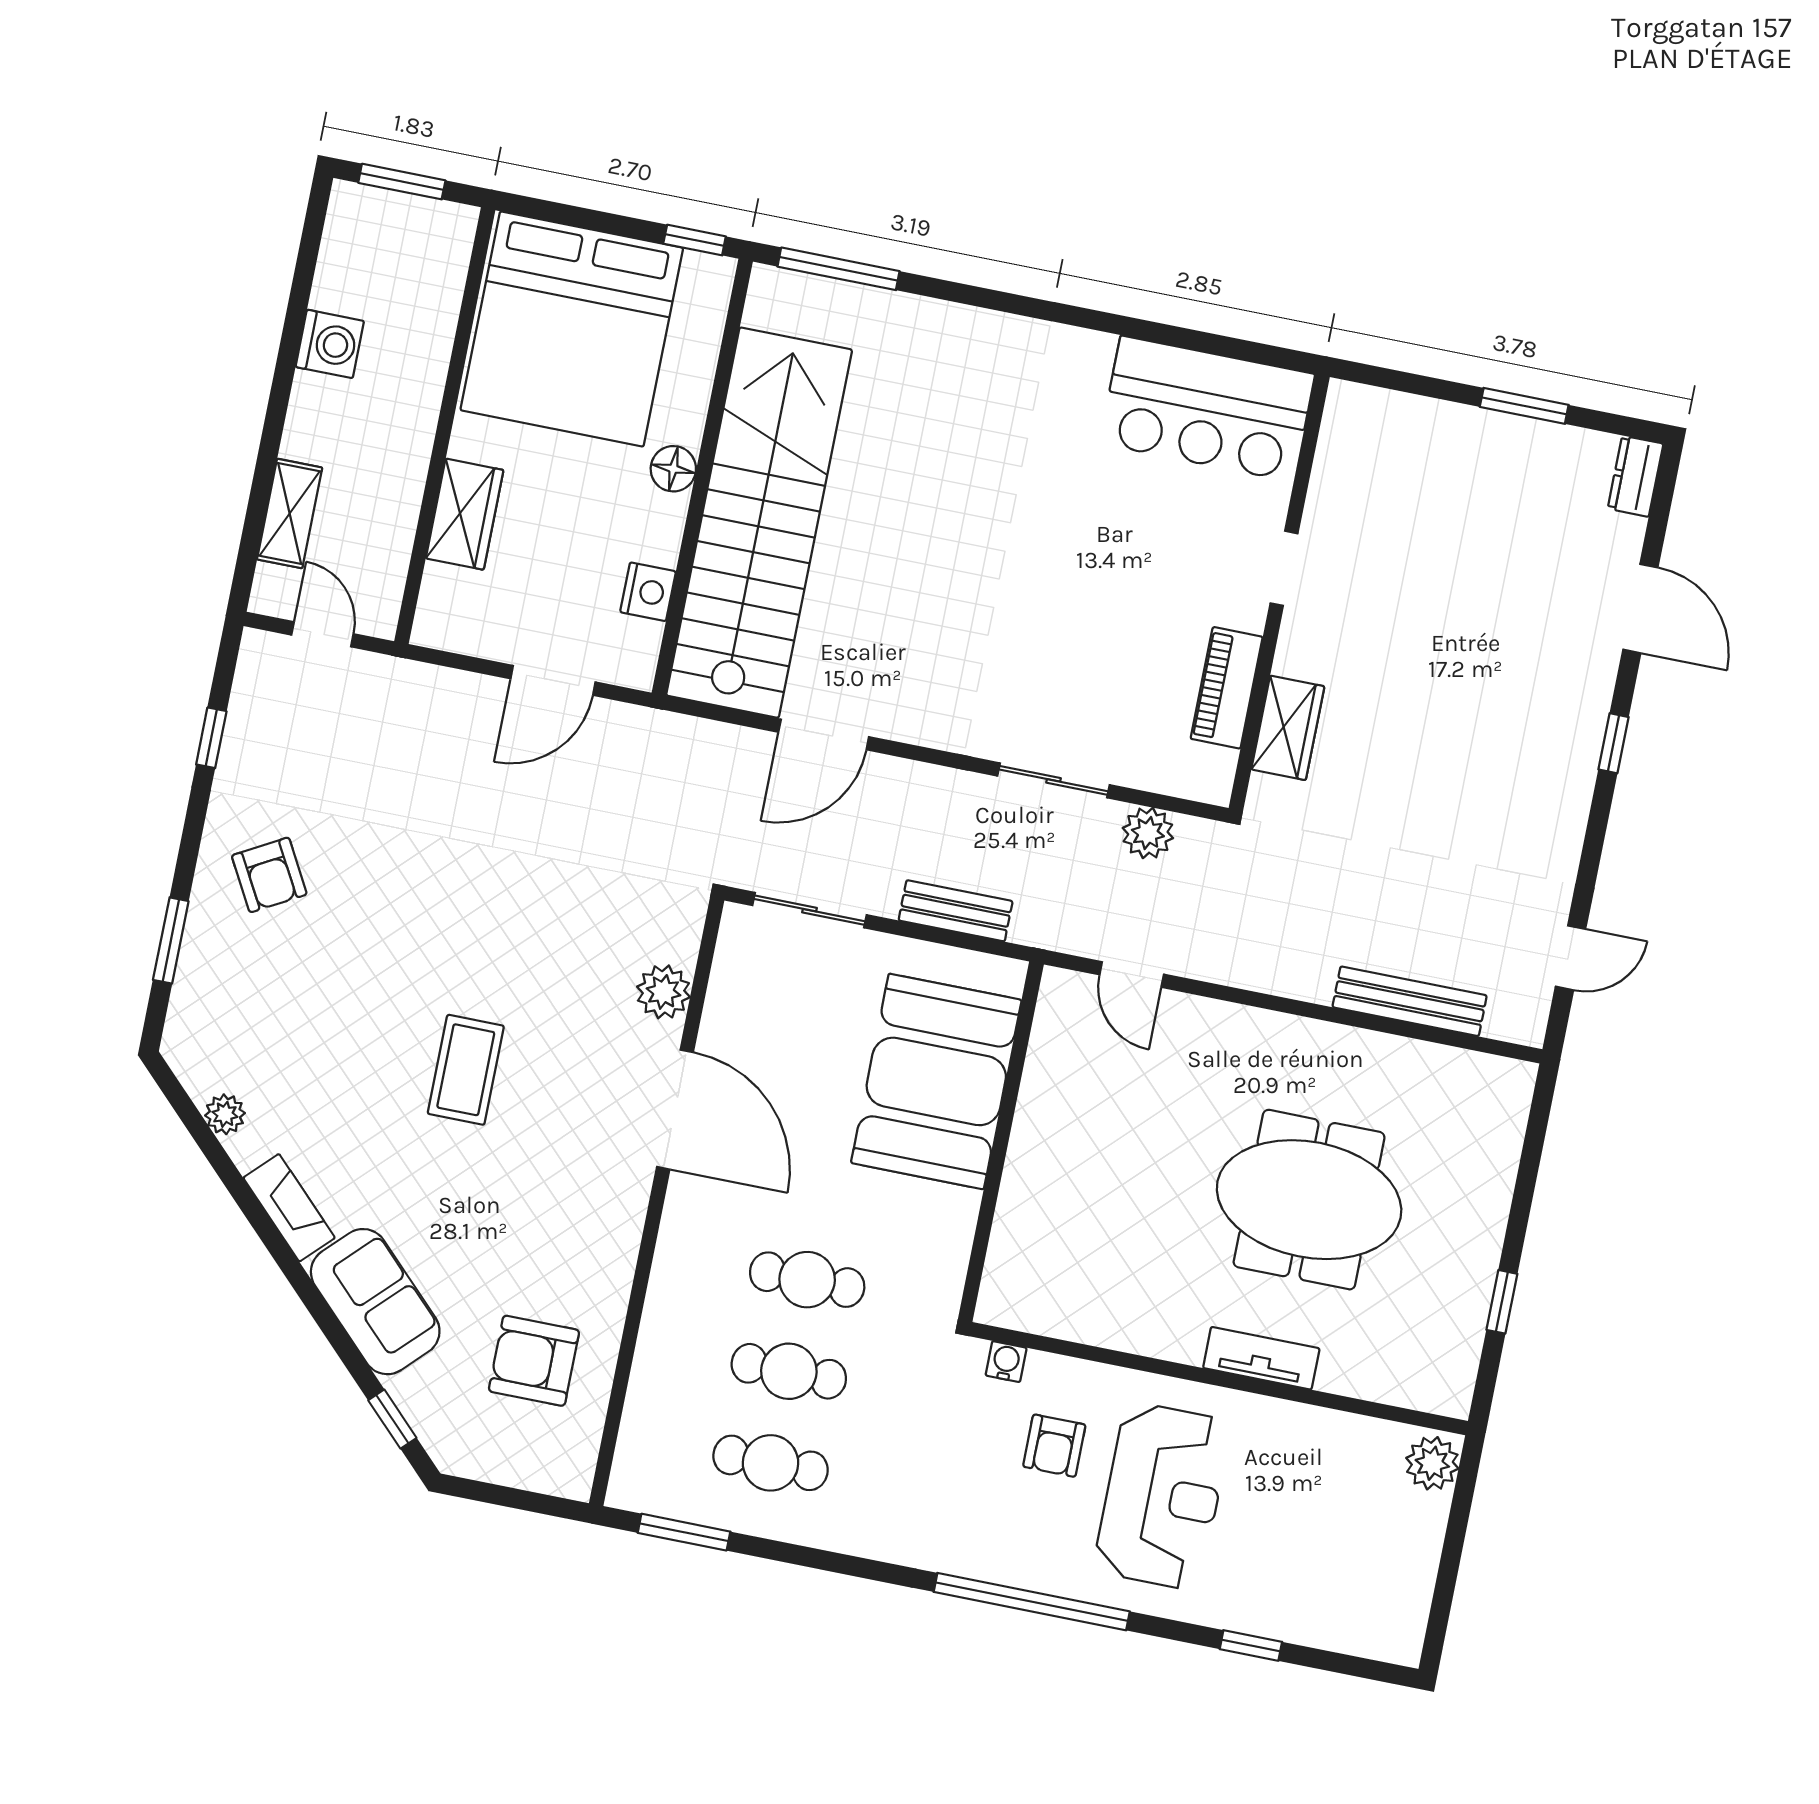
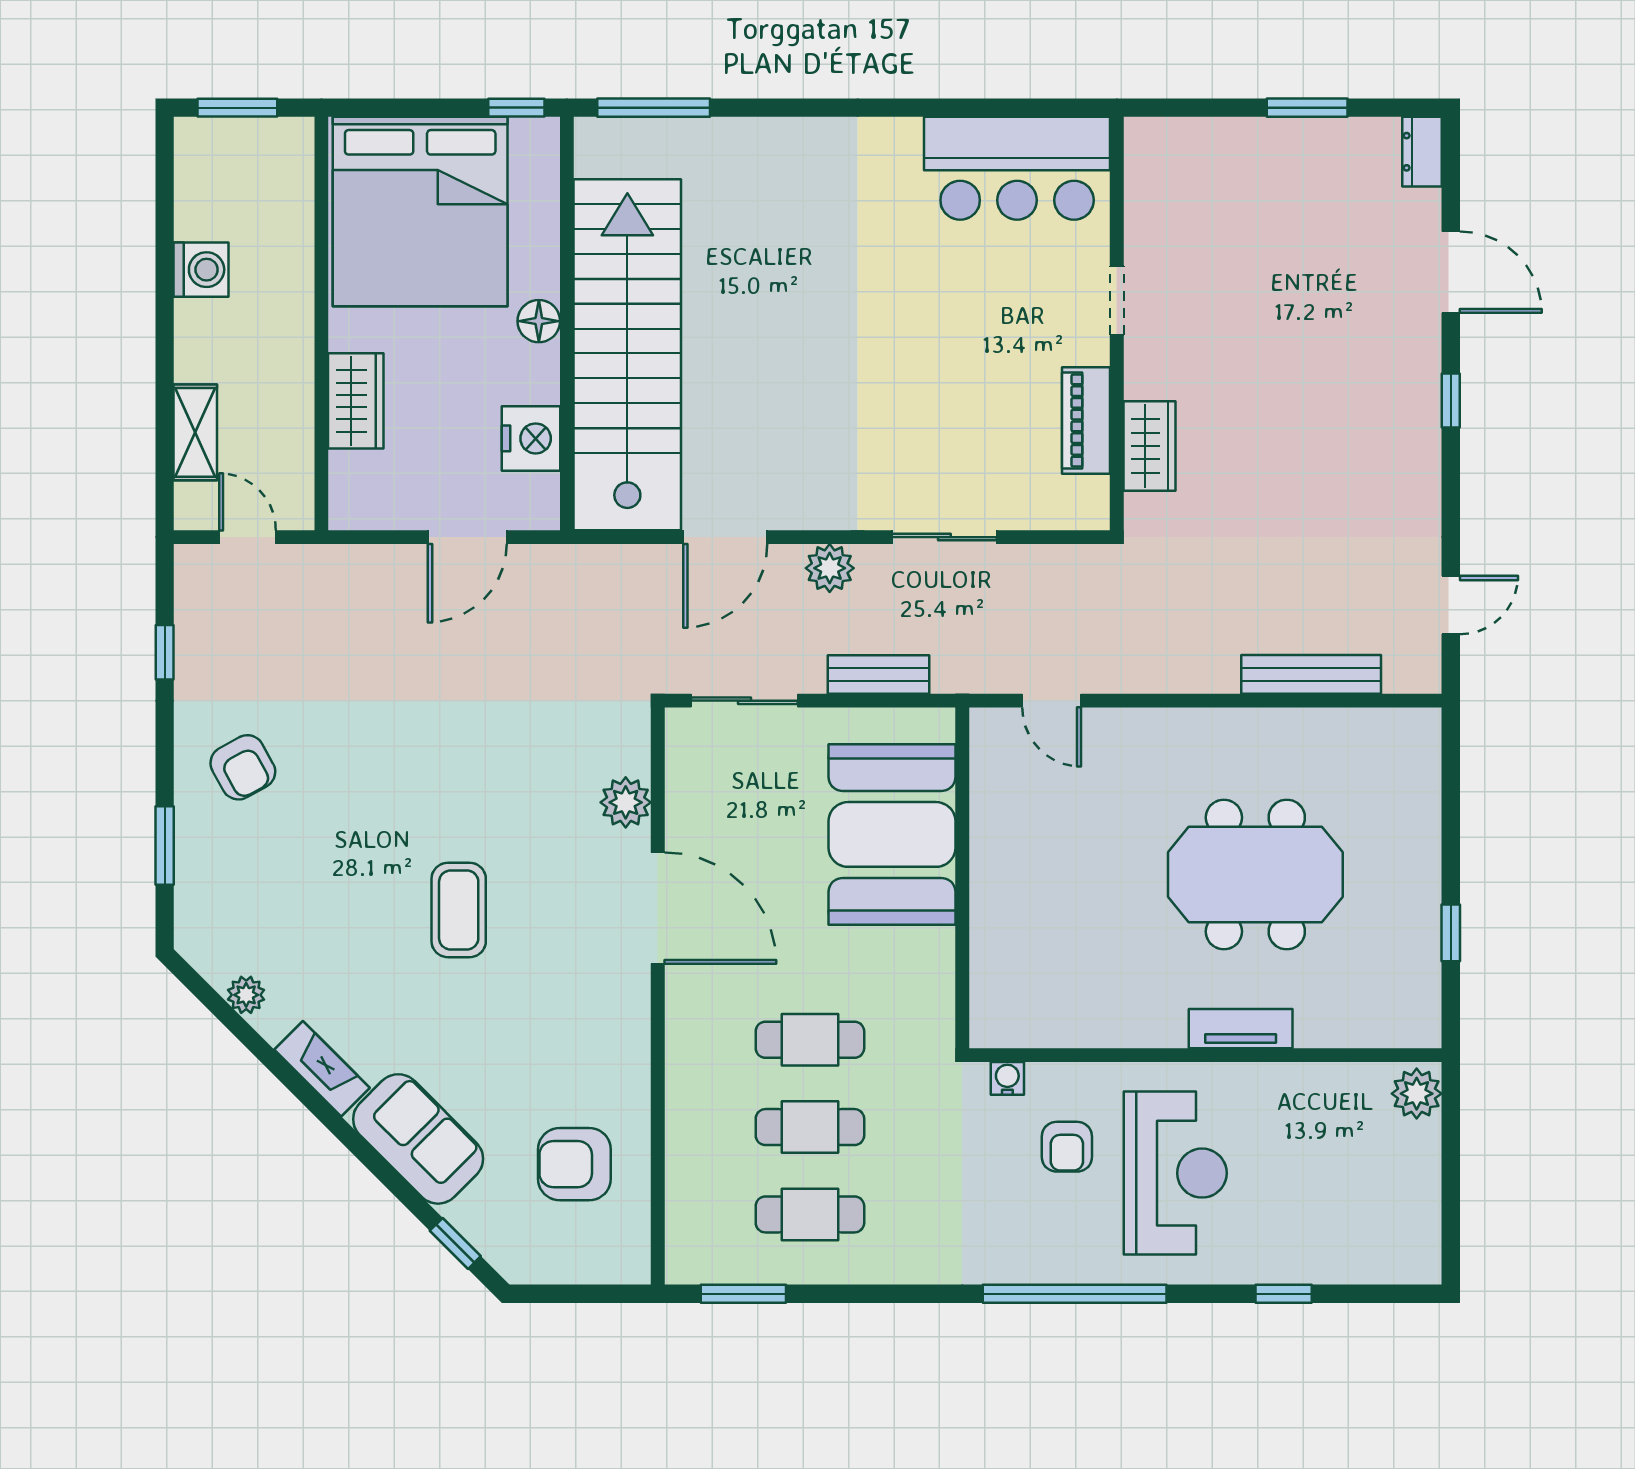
nightstand: (648, 592) -> (531, 438), width x1.36, depth x1.33
plant: (1148, 833) -> (830, 568), moved

